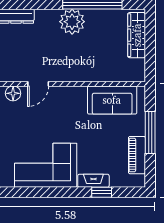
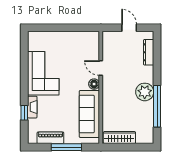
wardrobe: (137, 35) -> (119, 138), moved
floor lamp: (13, 93) -> (94, 84), moved
sofa: (112, 100) -> (89, 114), width x1.36

